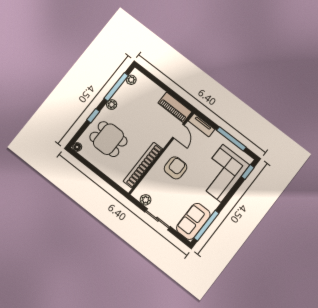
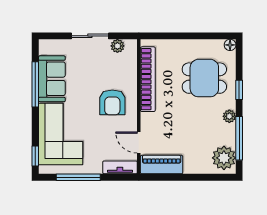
plant: (131, 80) -> (224, 158), width x1.88, depth x1.88
sofa: (193, 221) -> (52, 79), moved
window: (206, 226) -> (35, 84), moved

